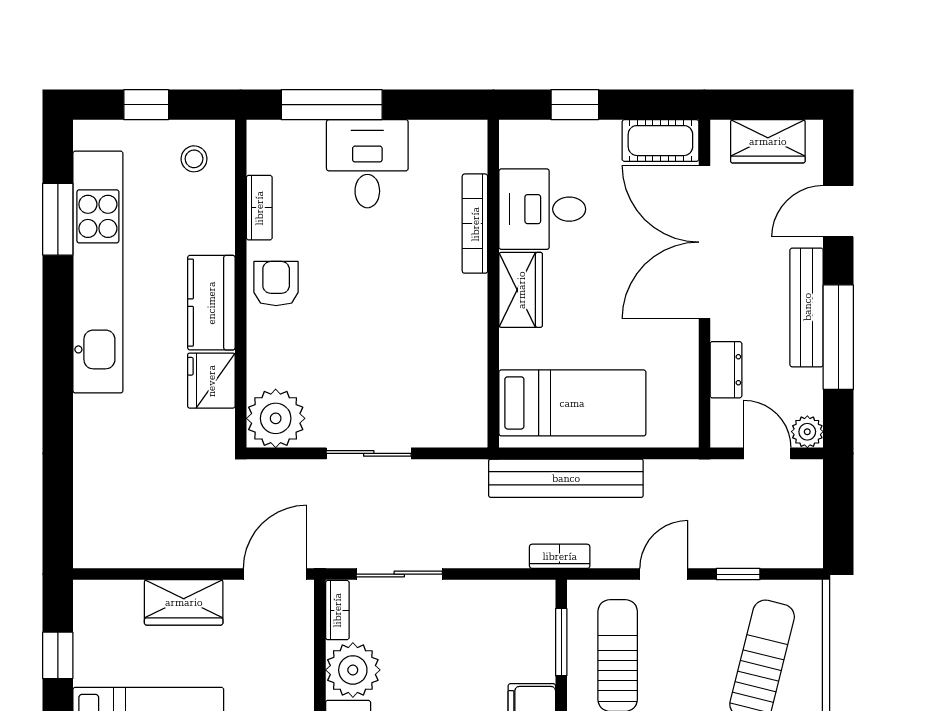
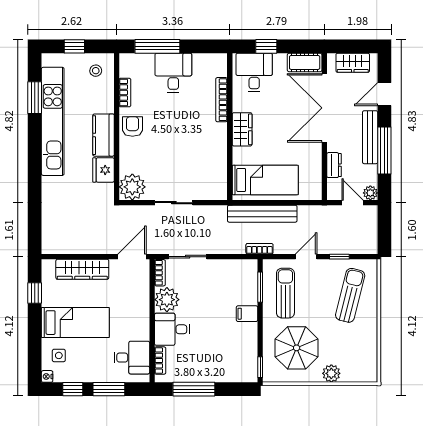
desk: (542, 209) -> (254, 73), moved, turned 90
wardrobe: (184, 602) -> (82, 269), width x1.50

